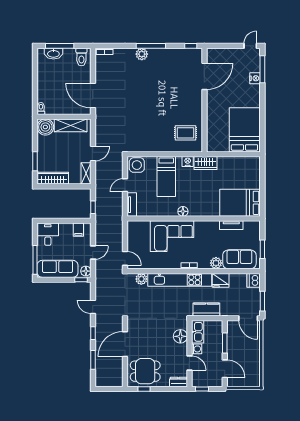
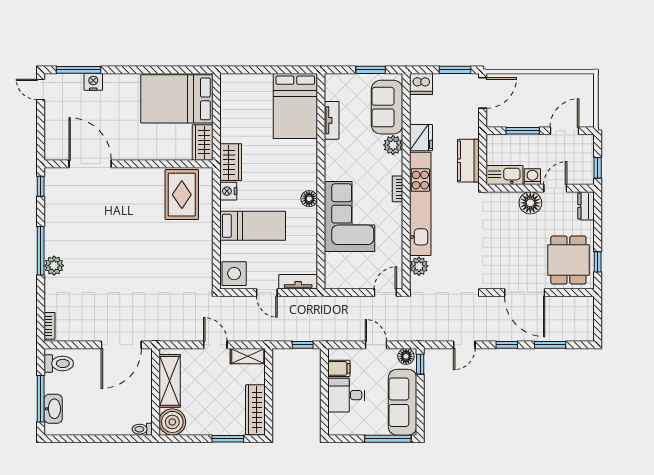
rug: (186, 133) -> (182, 195), width x1.36, depth x1.43
wardrobe: (218, 146) -> (203, 142), added
desk: (48, 234) -> (346, 395), moved
floor lamp: (180, 336) -> (530, 203), moved

